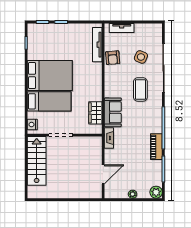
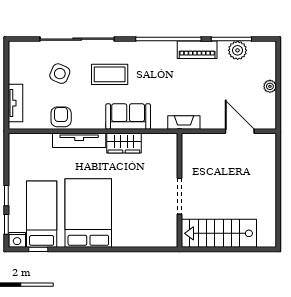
tv unit: (97, 45) -> (79, 140), moved
armchair: (113, 58) -> (61, 117), turned -85
bed: (49, 101) -> (42, 214), moved
sofa: (113, 112) -> (128, 117), moved
wardrobe: (95, 113) -> (124, 143), moved
nightstand: (32, 125) -> (17, 240), moved
plant: (156, 192) -> (238, 50), moved

